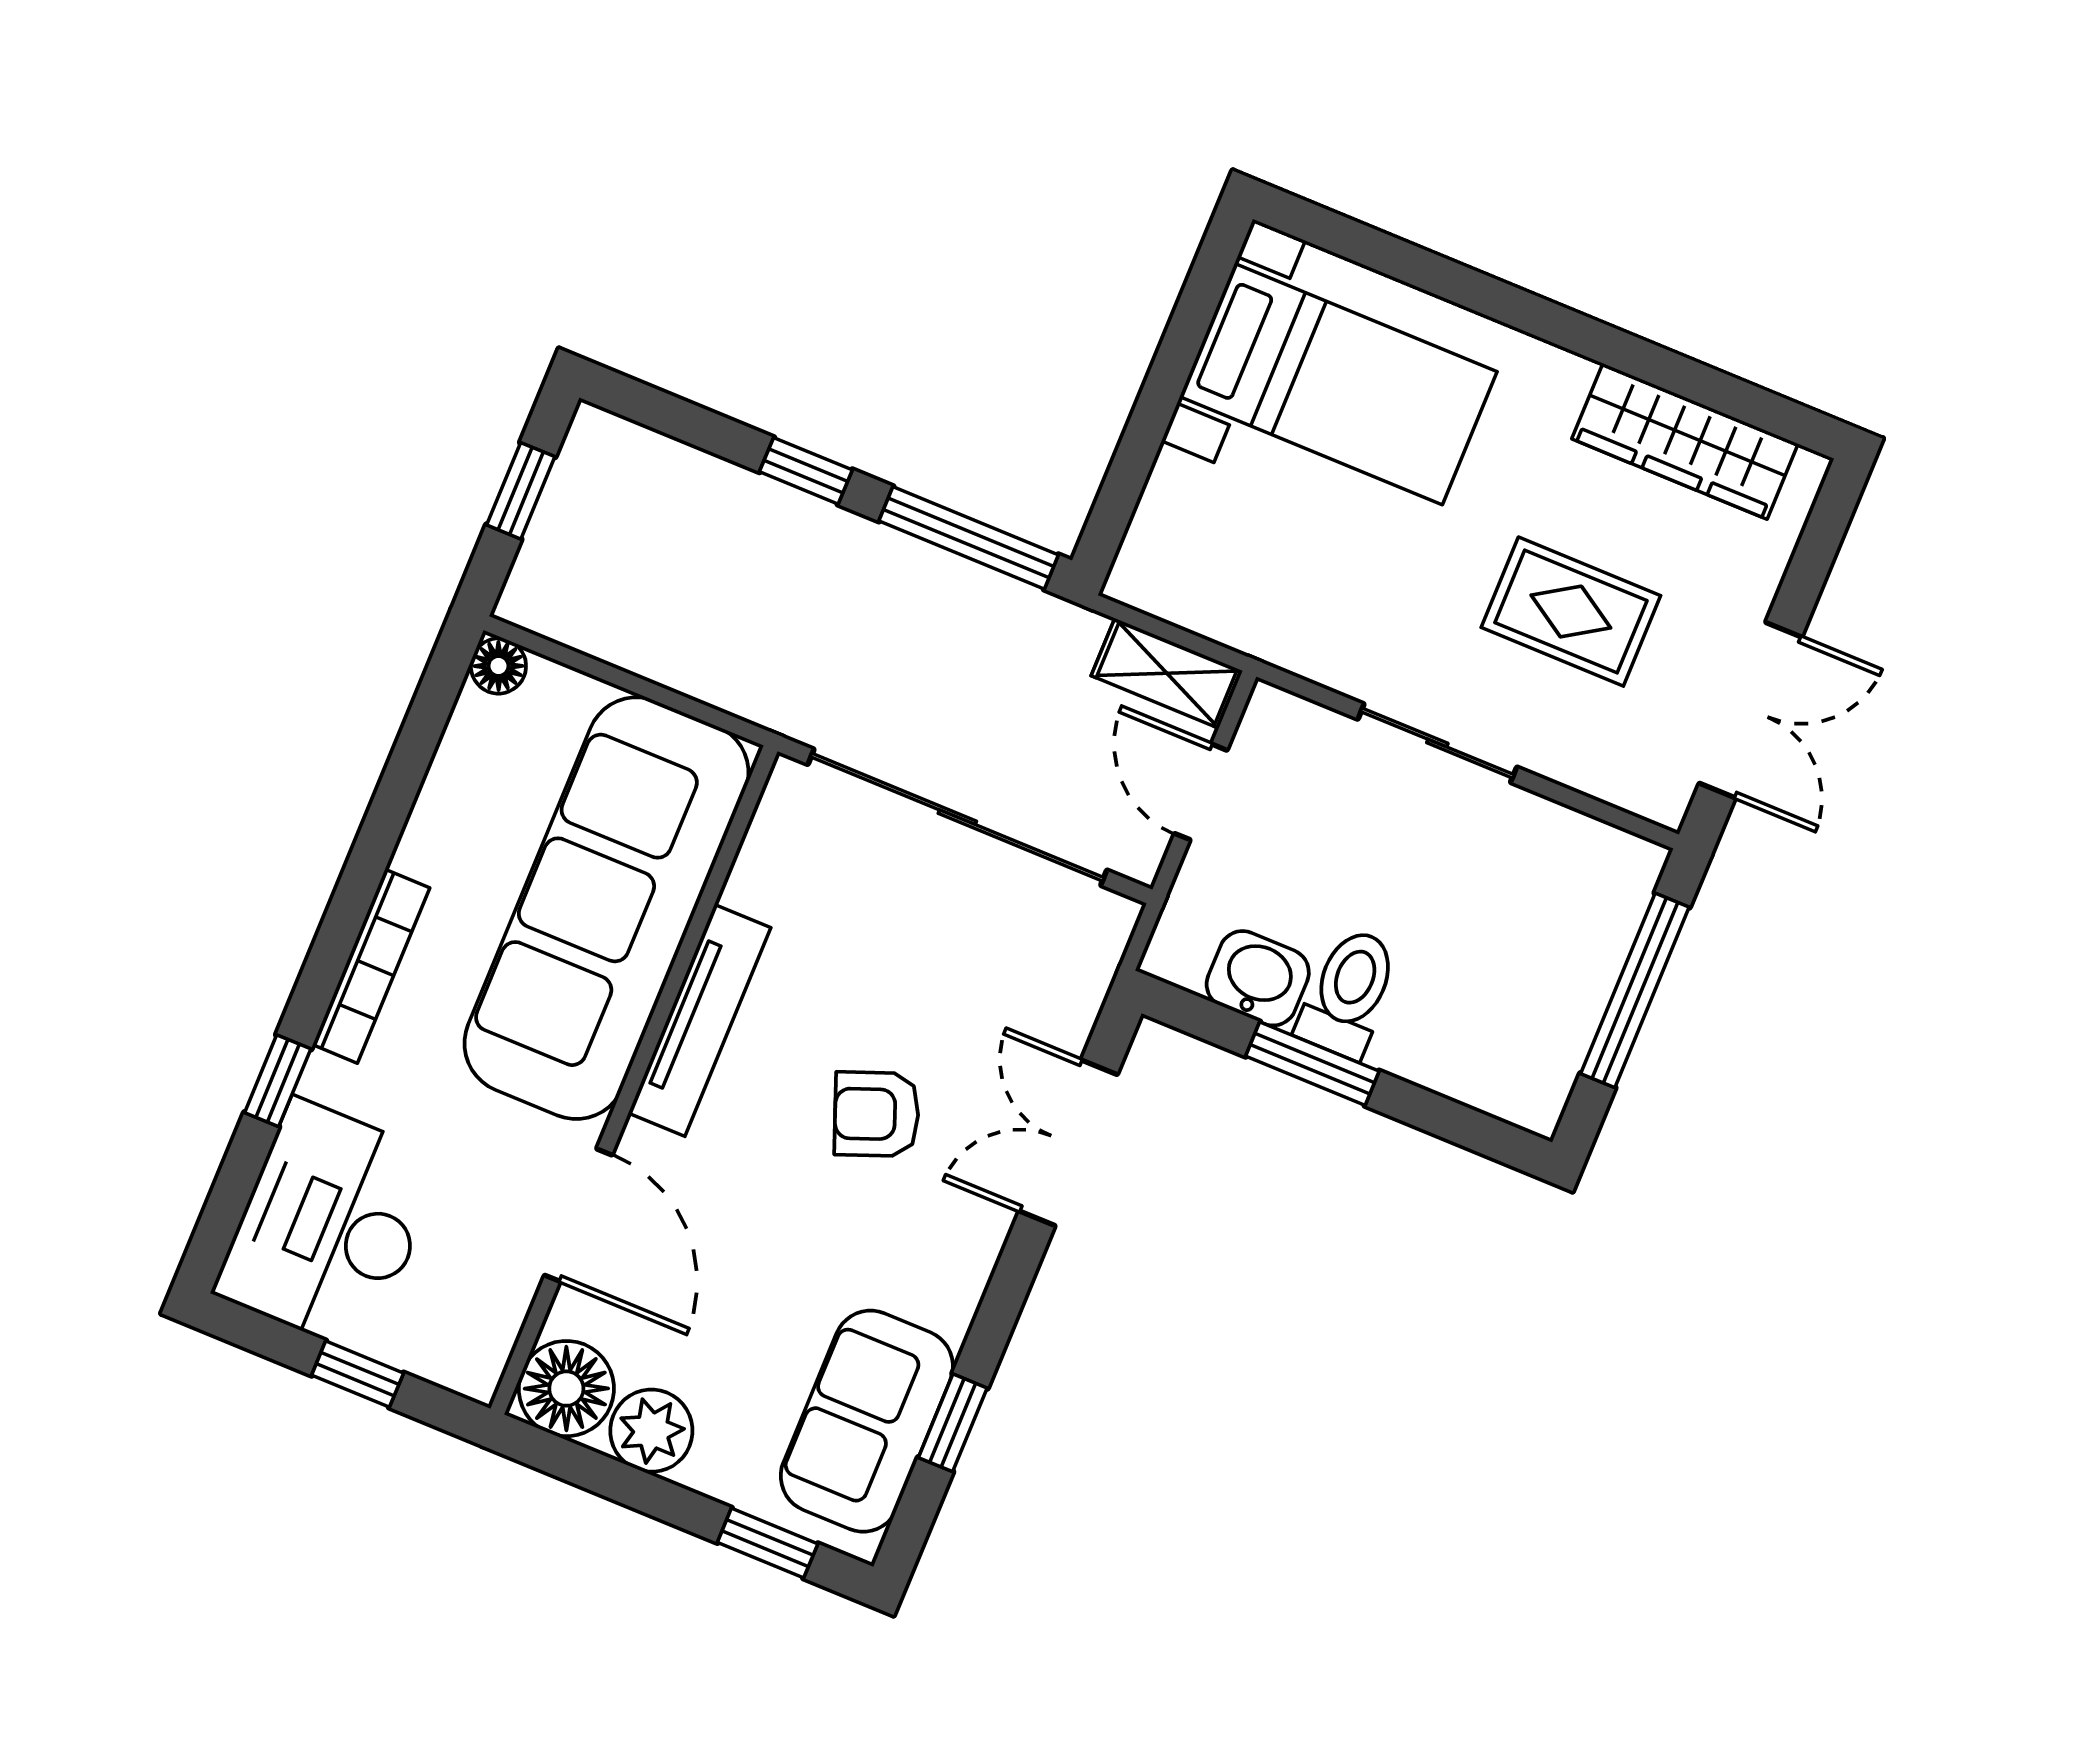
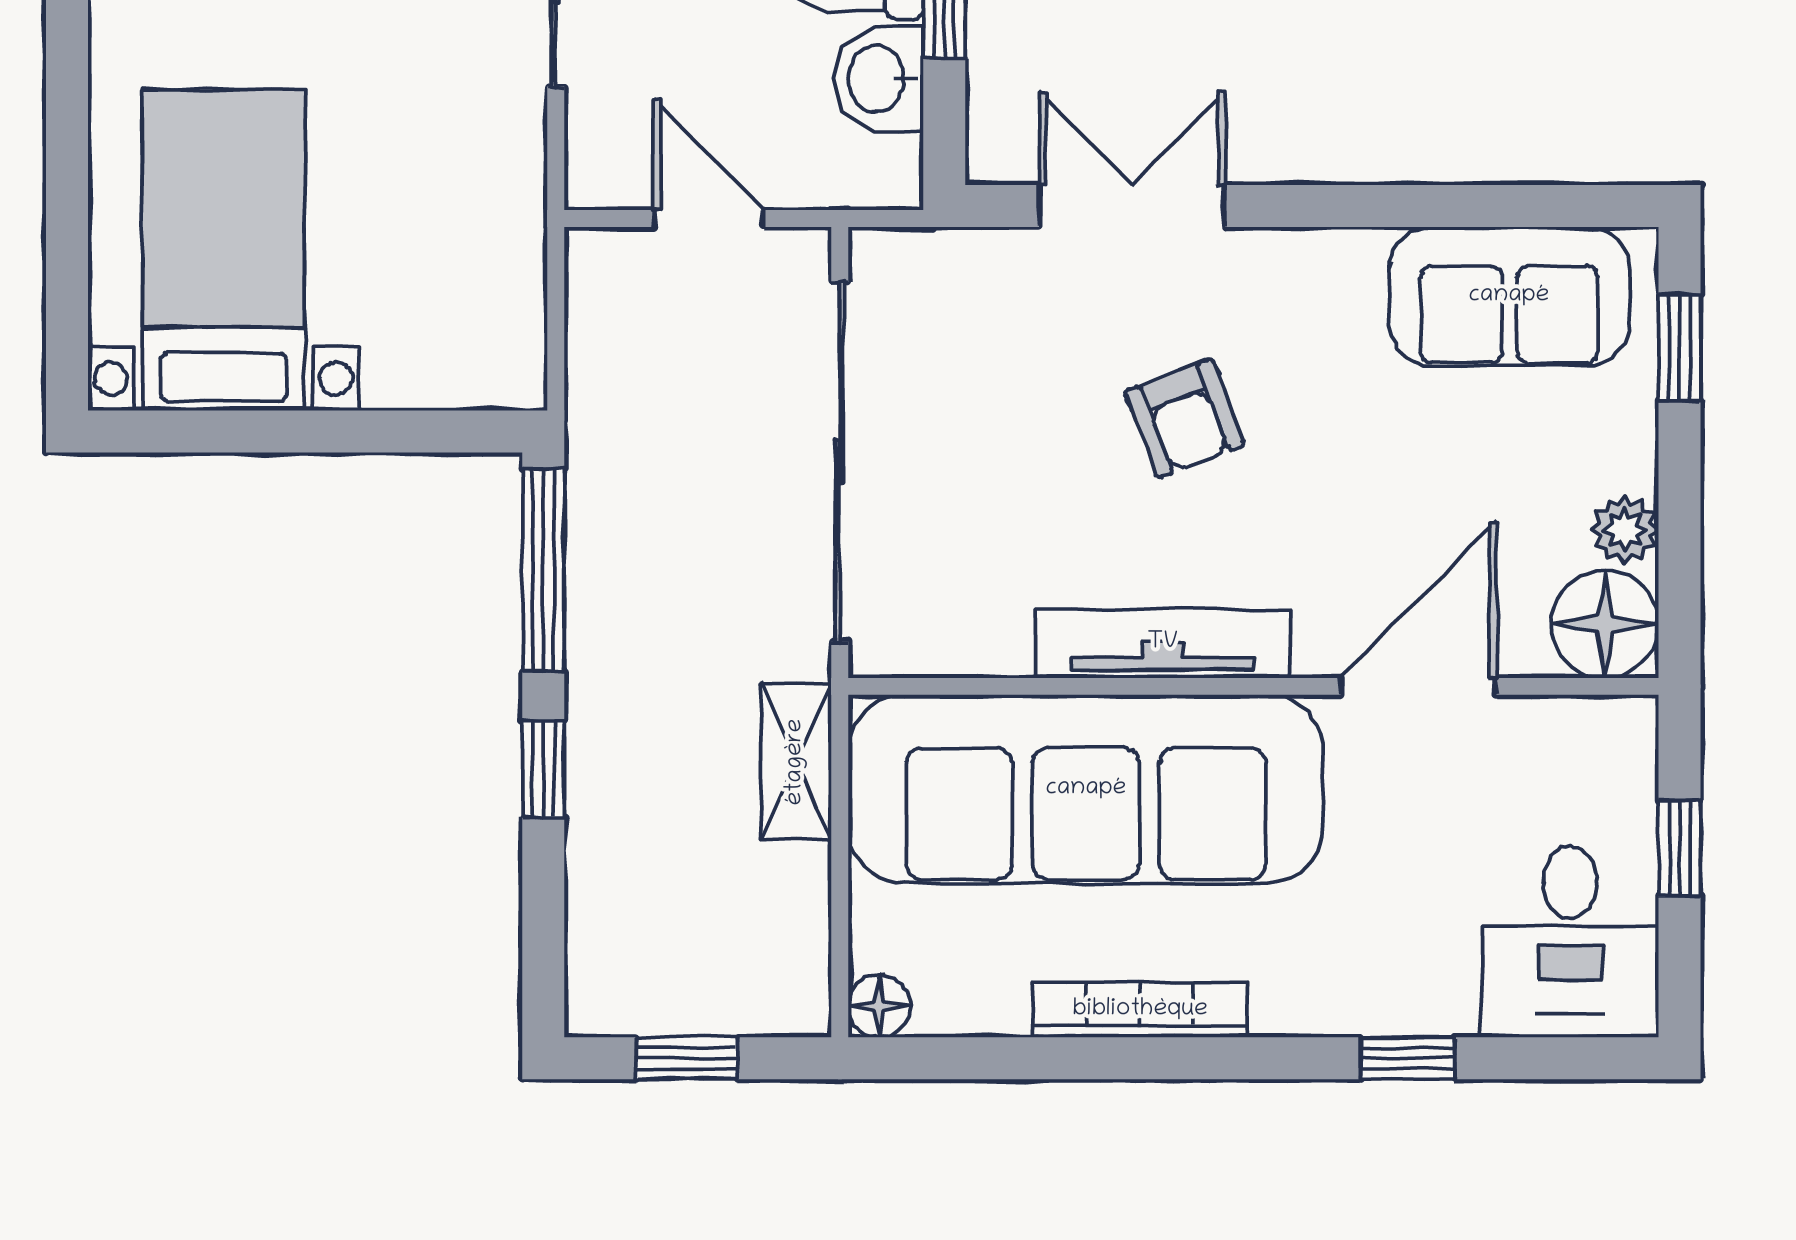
shelving: (1167, 673) -> (796, 762), moved
door: (1201, 792) -> (709, 218), swing flipped
bookcase: (371, 966) -> (1140, 1010), moved
double door: (1068, 1143) -> (1132, 206), swing flipped
desk: (329, 1226) -> (1570, 942), width x0.73
window: (953, 1423) -> (1474, 206), removed
plant: (651, 1431) -> (1625, 530), width x0.73, depth x0.73

